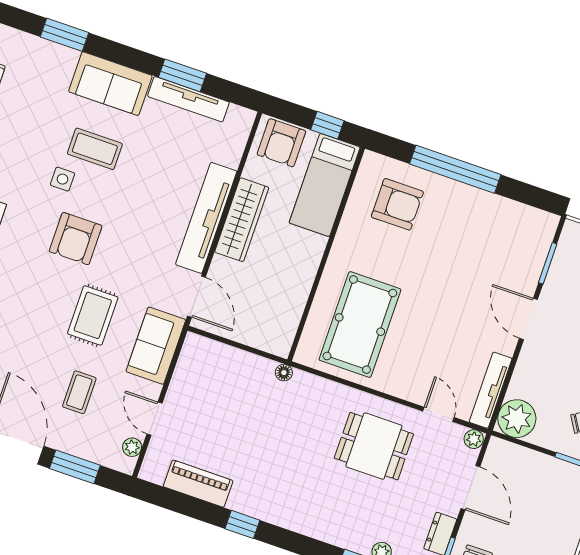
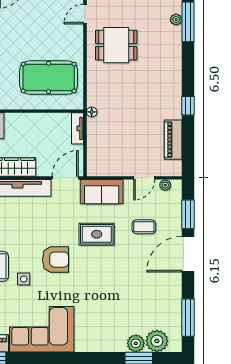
tv unit: (266, 342) -> (77, 128), added
dining table: (374, 446) -> (116, 45), turned 90

